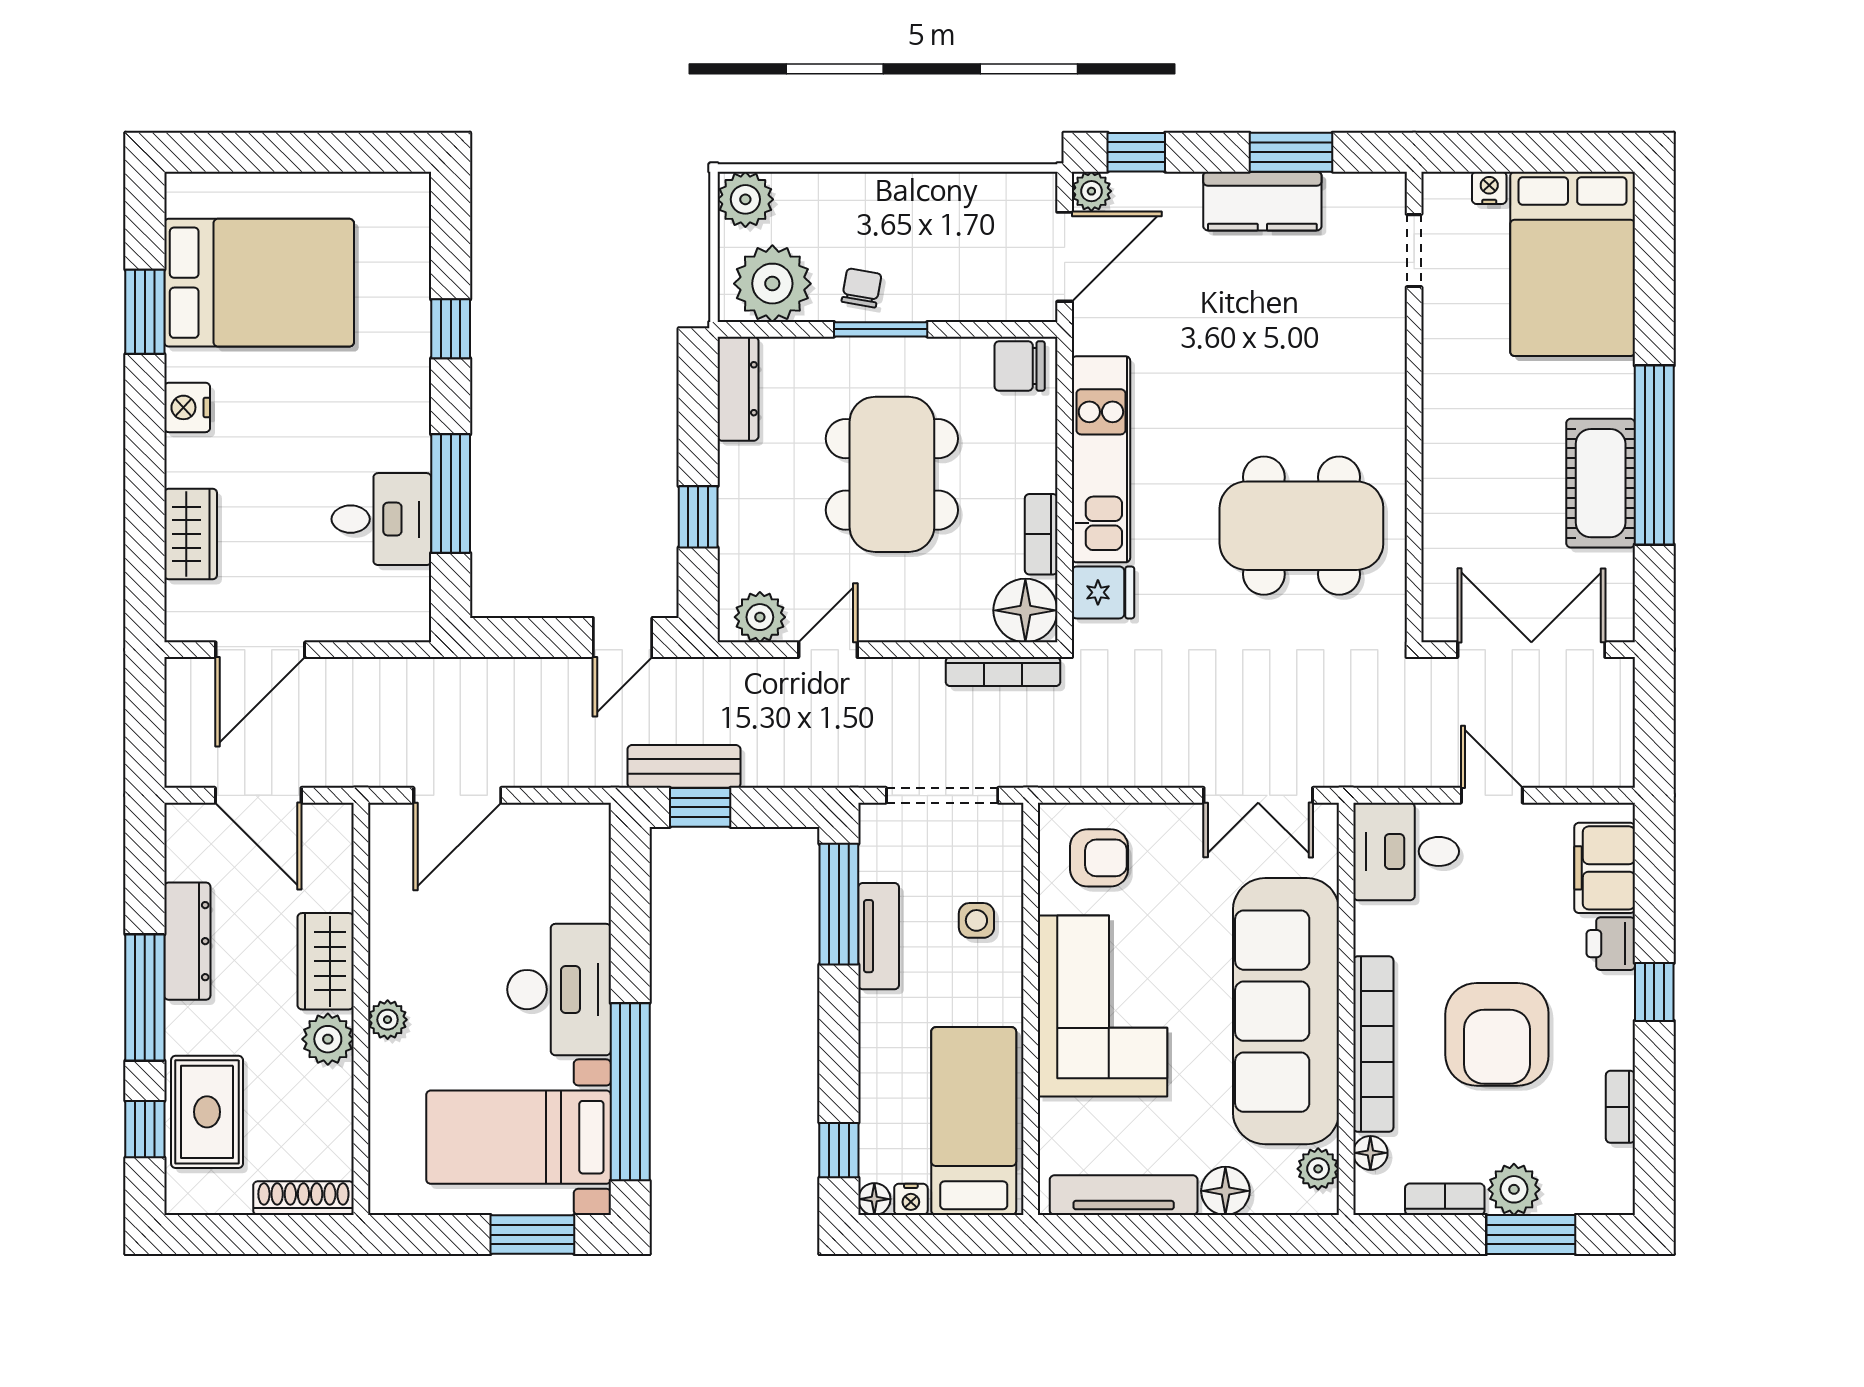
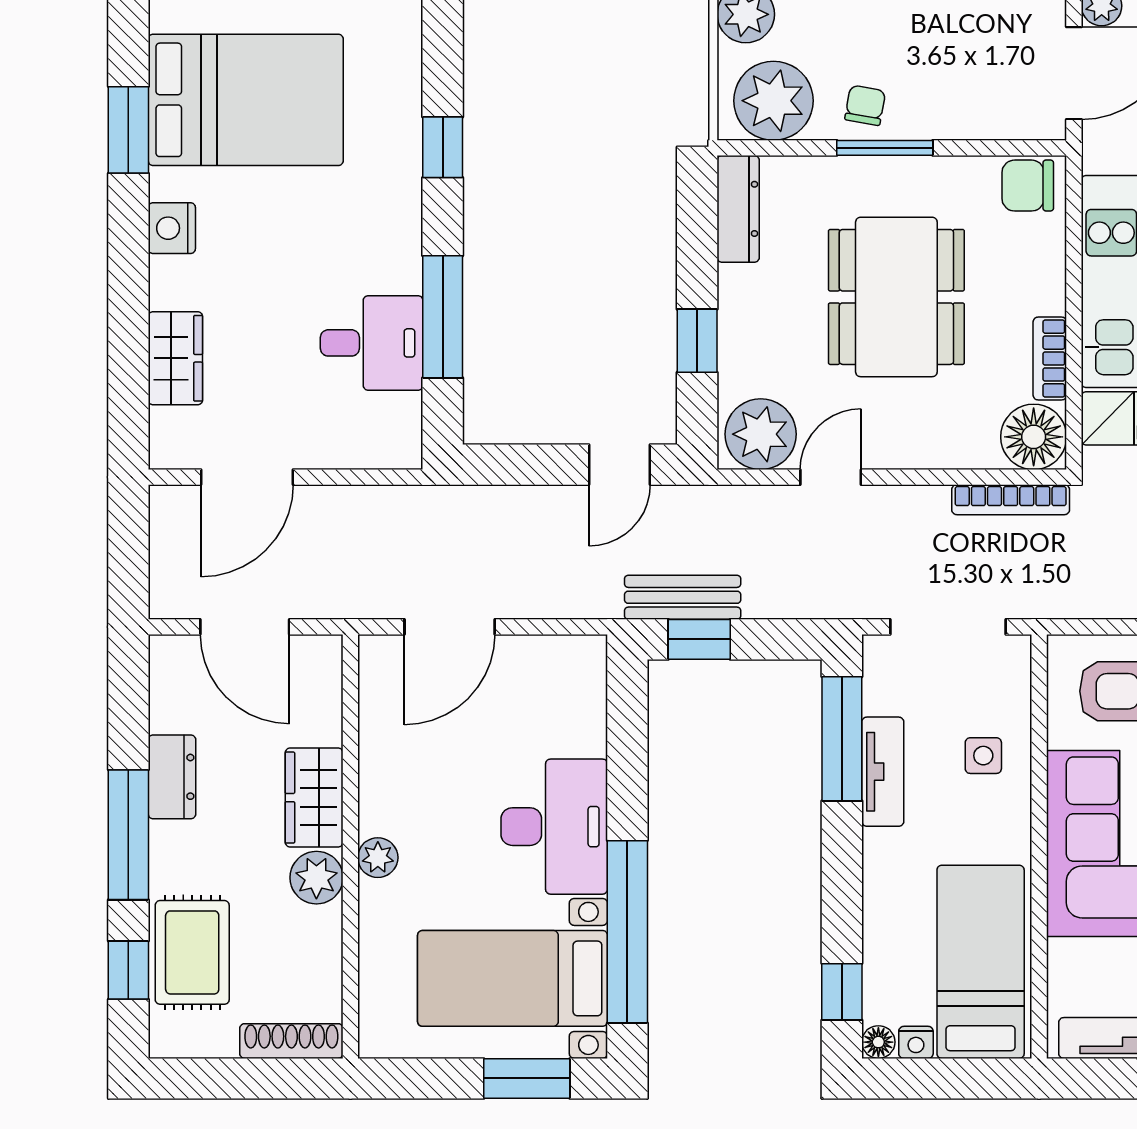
plant: (760, 617) -> (761, 434), width x1.36, depth x1.36
dresser: (187, 941) -> (172, 777), width x0.70

